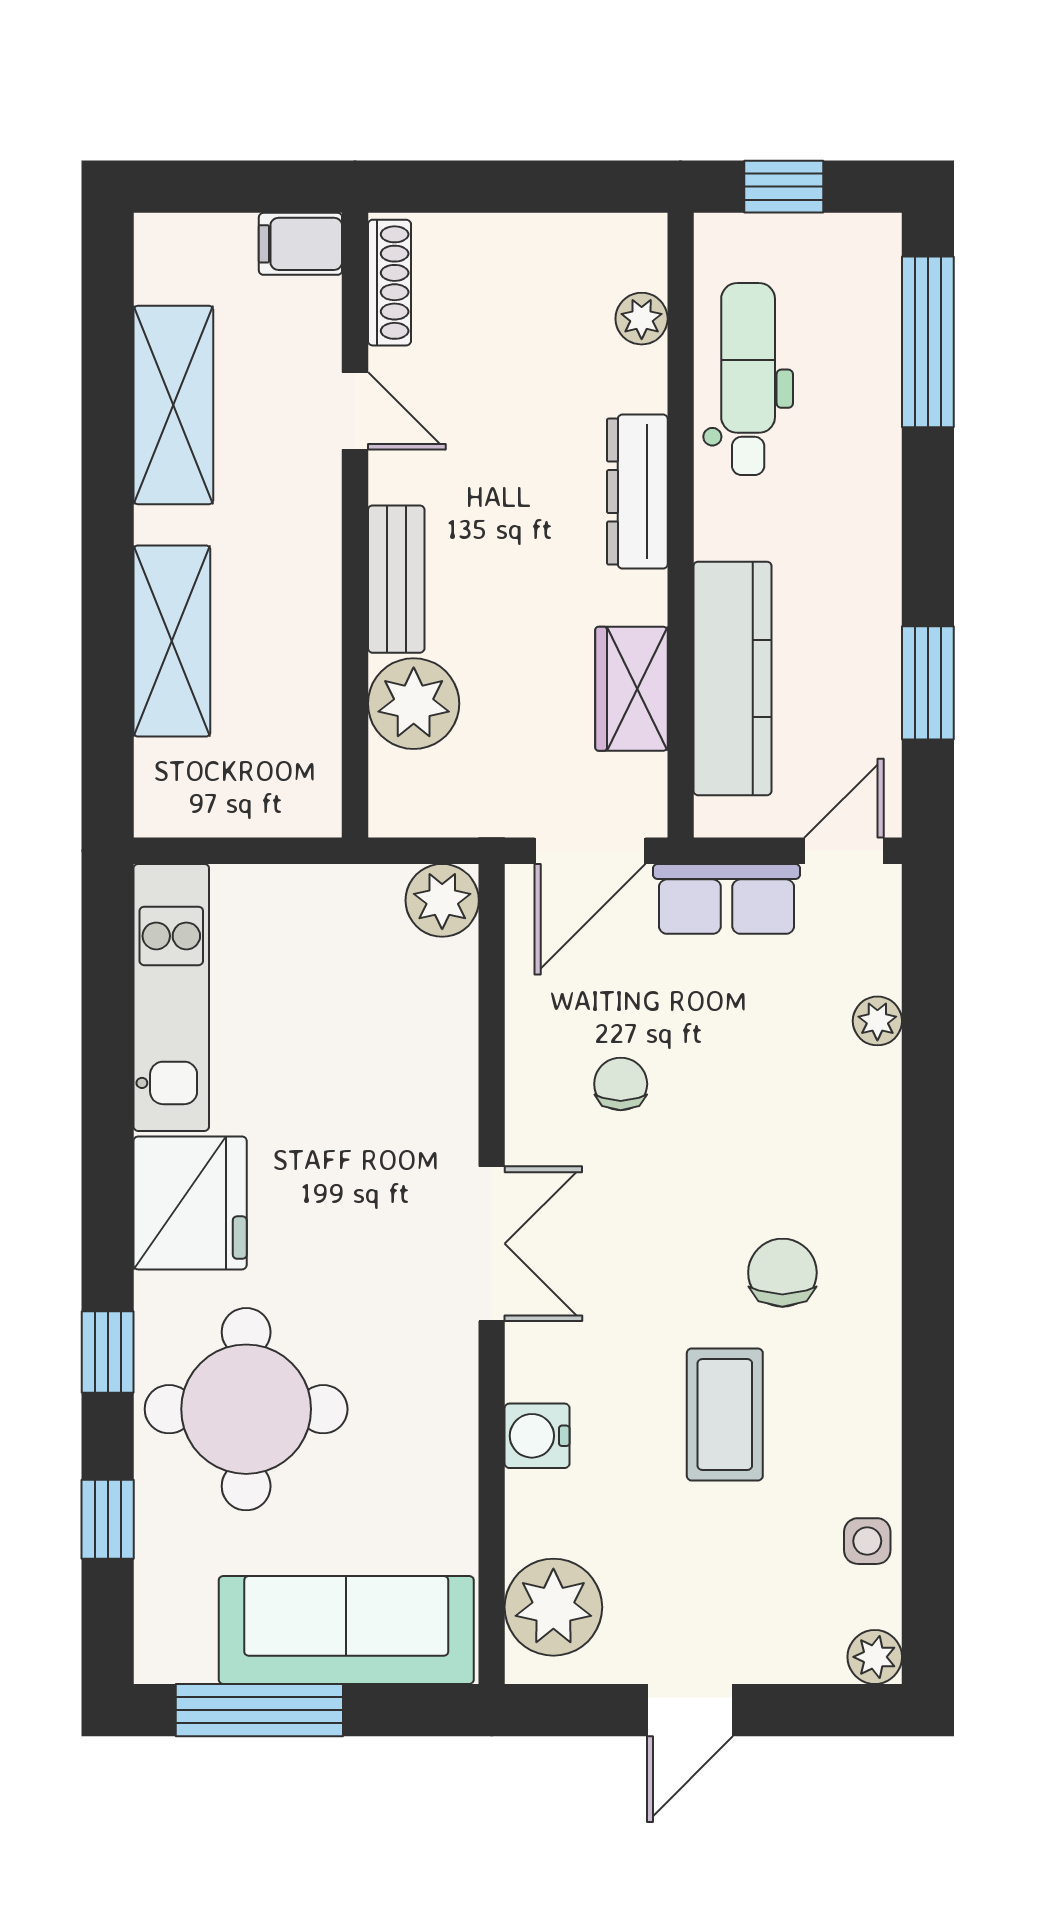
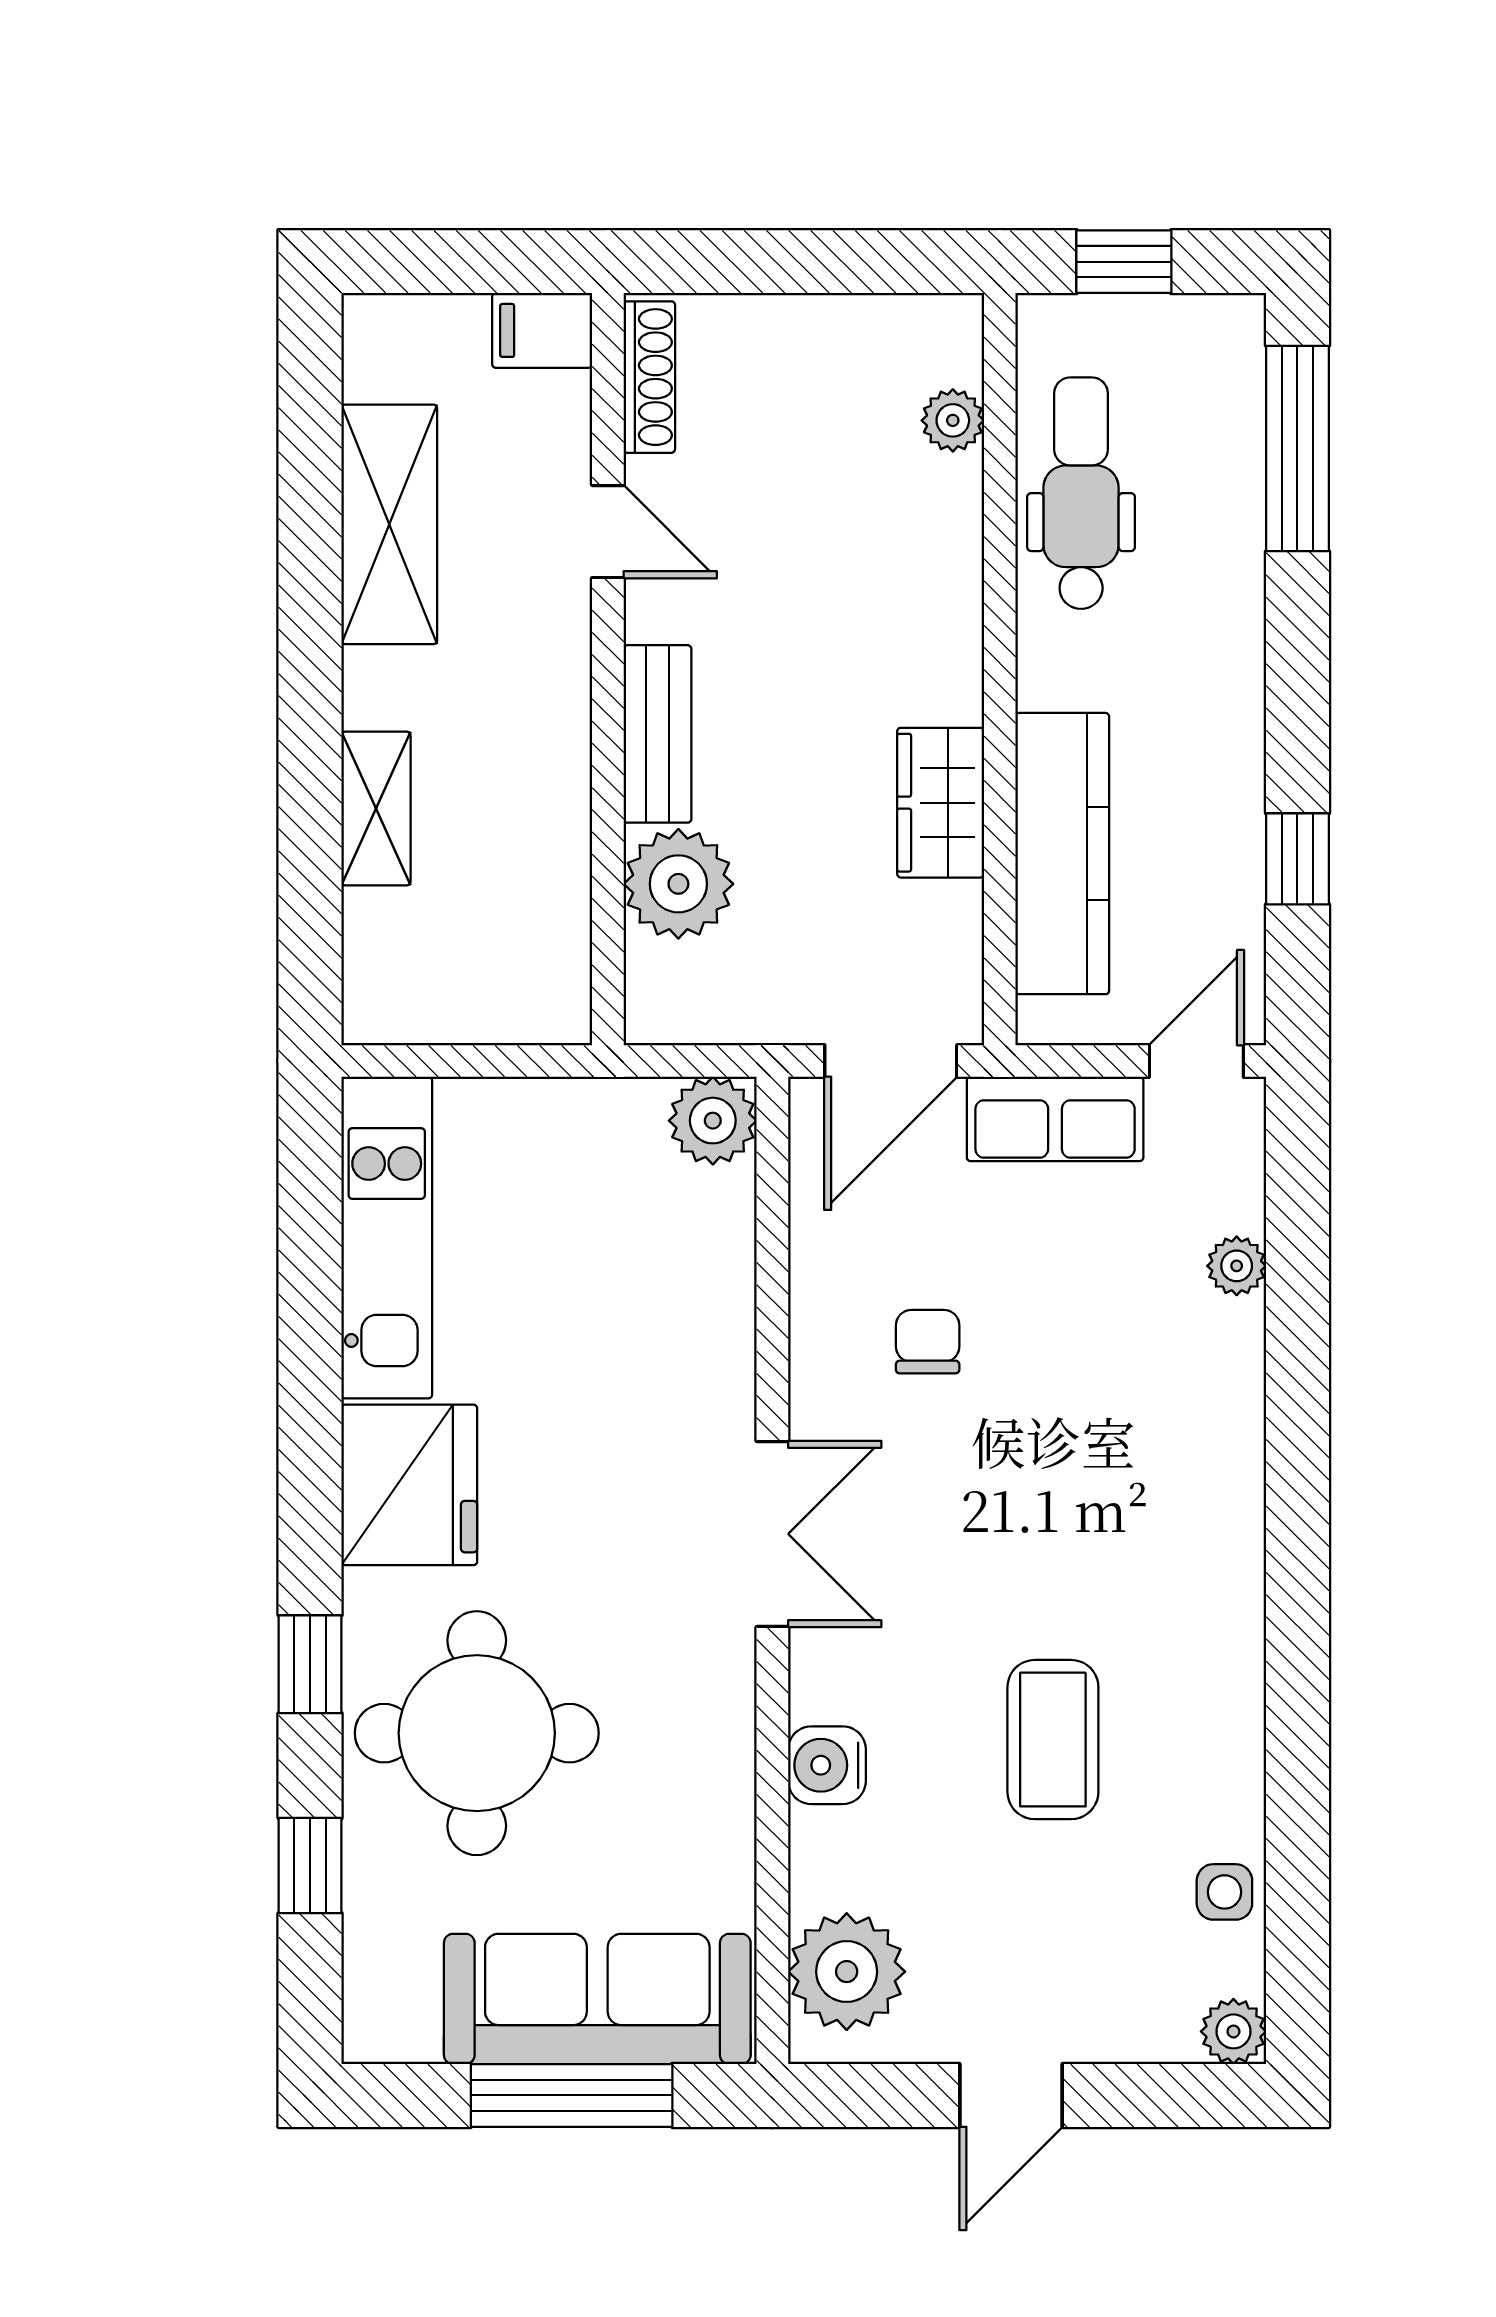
dresser: (637, 492) -> (948, 629), removed
shelving: (172, 641) -> (376, 808), width x0.67, depth x0.75
window: (928, 683) -> (1297, 859), width x0.67
wardrobe: (631, 689) -> (941, 803), moved
chair: (782, 1273) -> (1122, 1569), removed
window: (259, 1710) -> (572, 2095), moved

